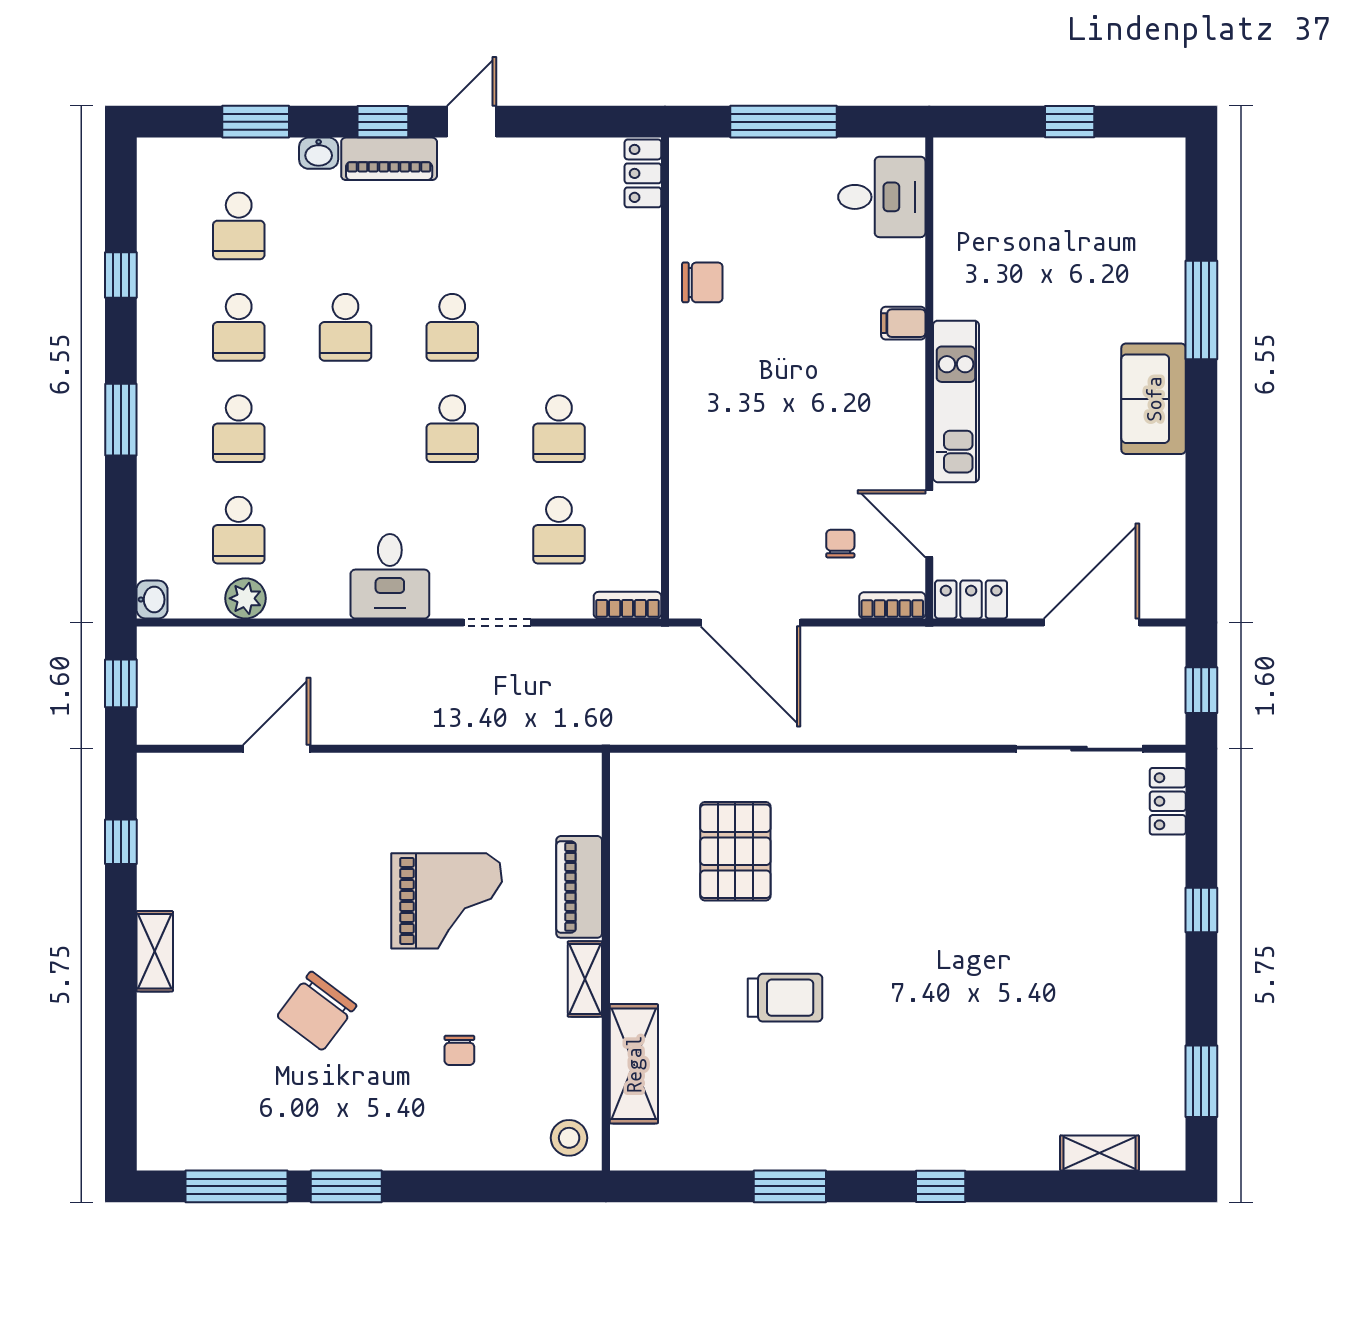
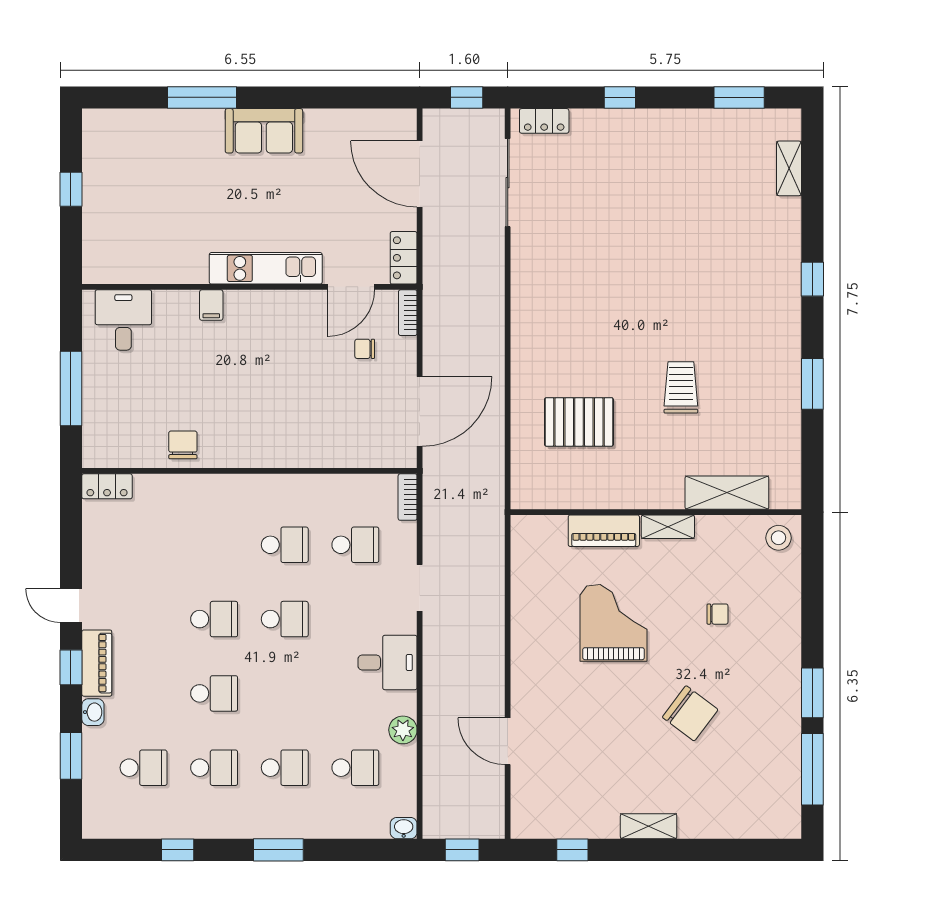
plant: (246, 598) -> (403, 730), moved

